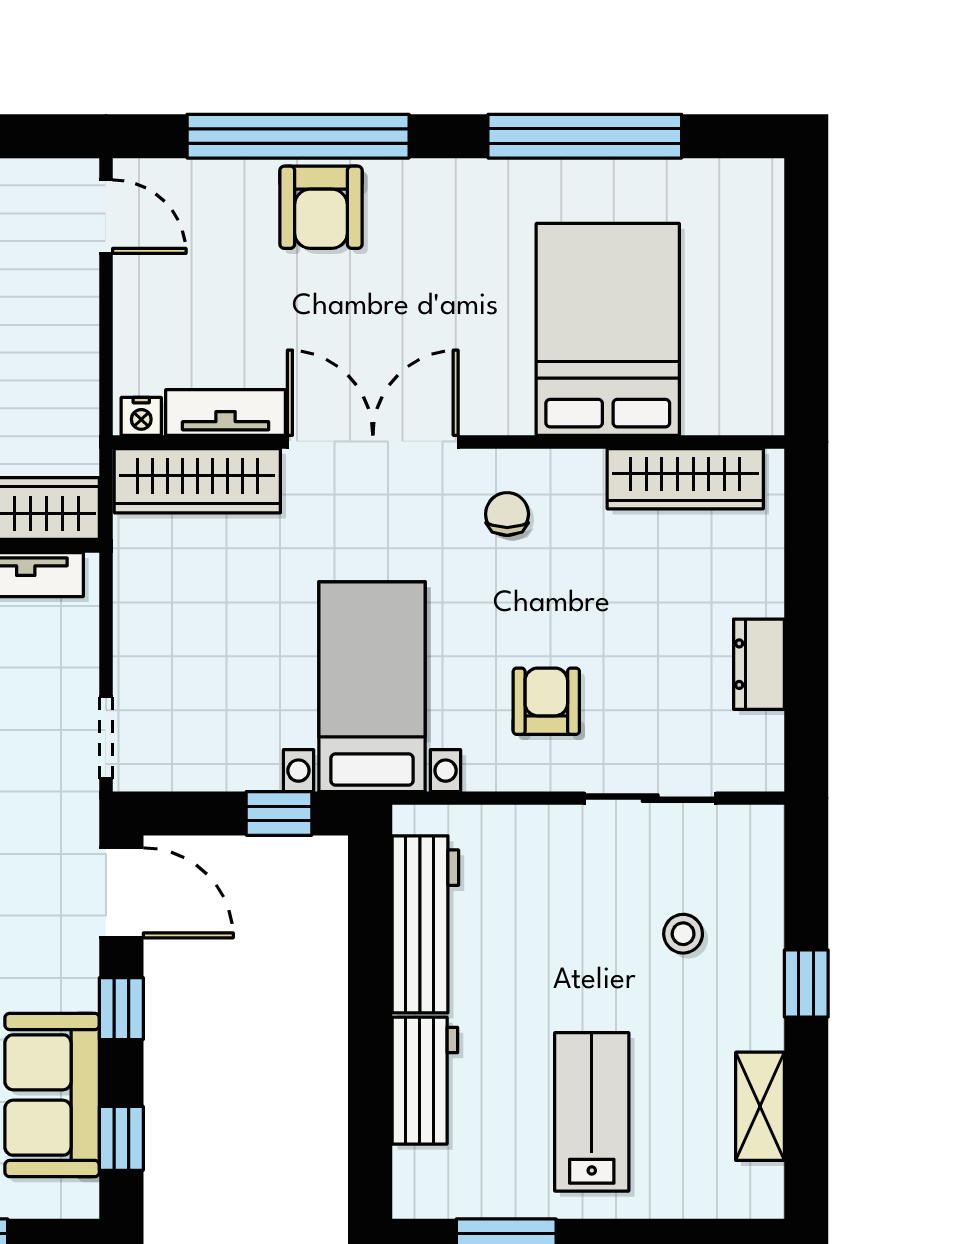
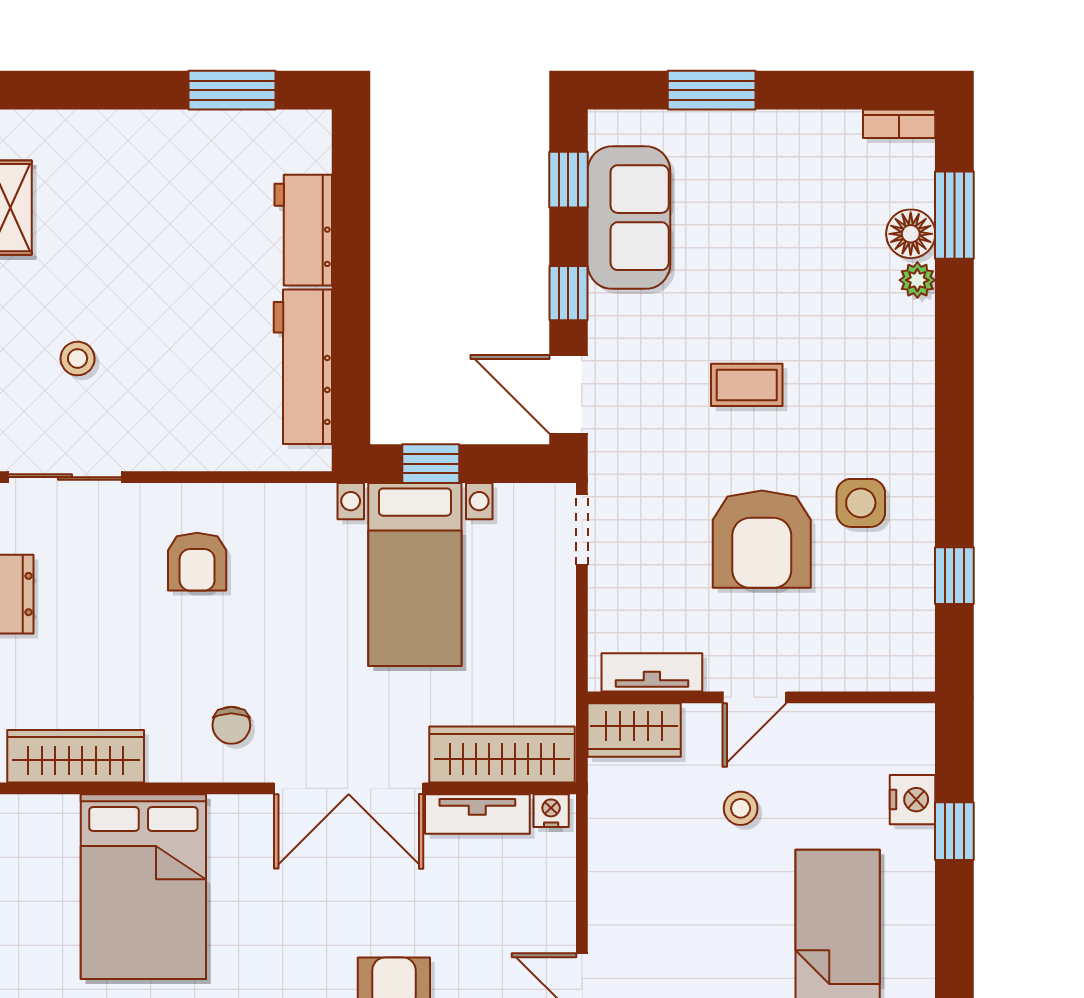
bed with nightstands: (372, 687) -> (415, 574), moved
sliding door: (650, 798) -> (65, 477), moved
lab bench: (592, 1112) -> (157, 203), removed

